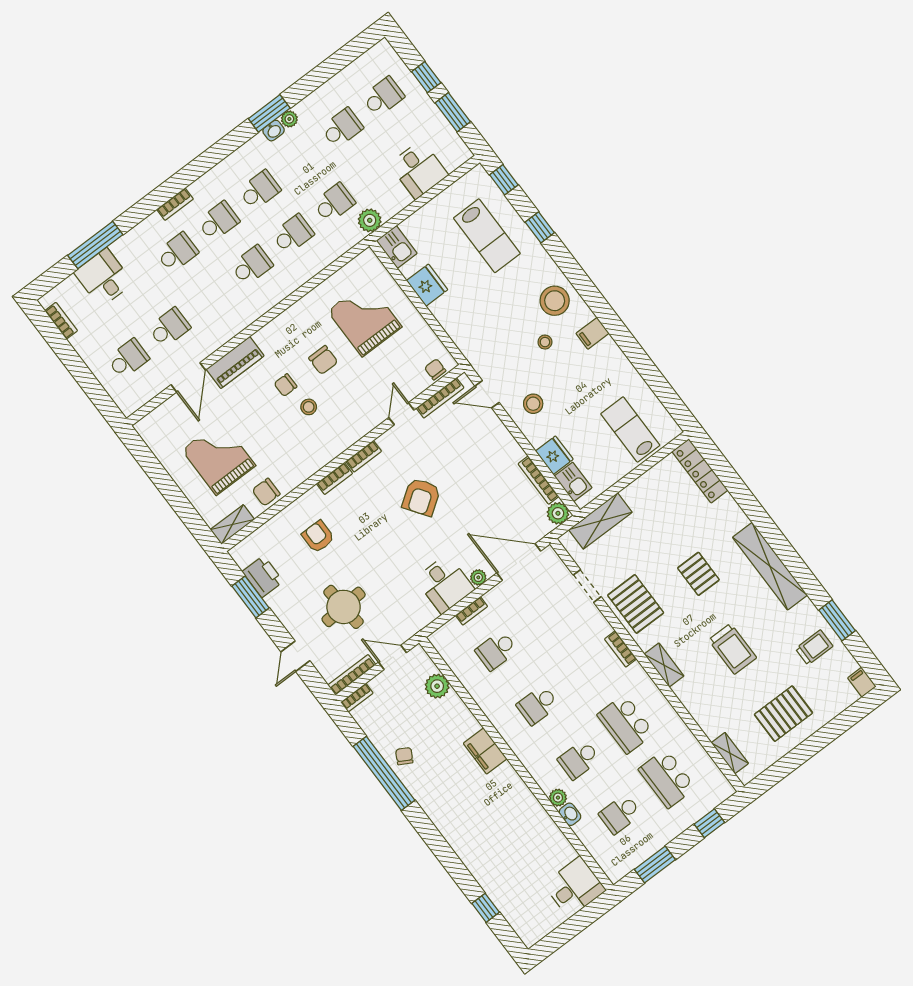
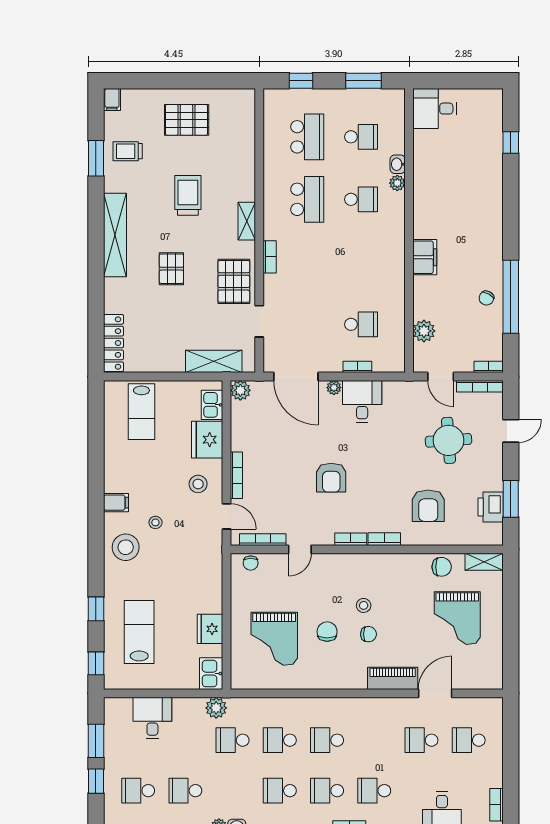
fridge: (554, 455) -> (207, 440), width x1.36, depth x1.34
bookcase: (538, 480) -> (236, 475), moved
armchair: (421, 497) -> (331, 478), turned 125
armchair: (318, 537) -> (428, 506), width x1.38, depth x1.38
school desk: (538, 705) -> (361, 262), removed
shelving: (730, 753) -> (247, 121), removed

